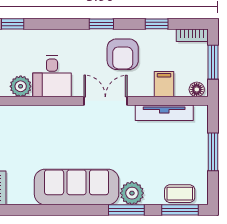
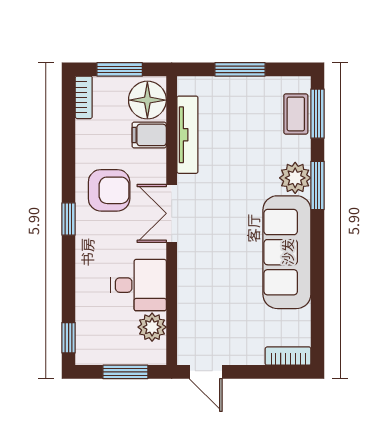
window: (157, 24) -> (69, 145), removed
floor lamp: (197, 89) -> (147, 100), width x1.89, depth x1.89

